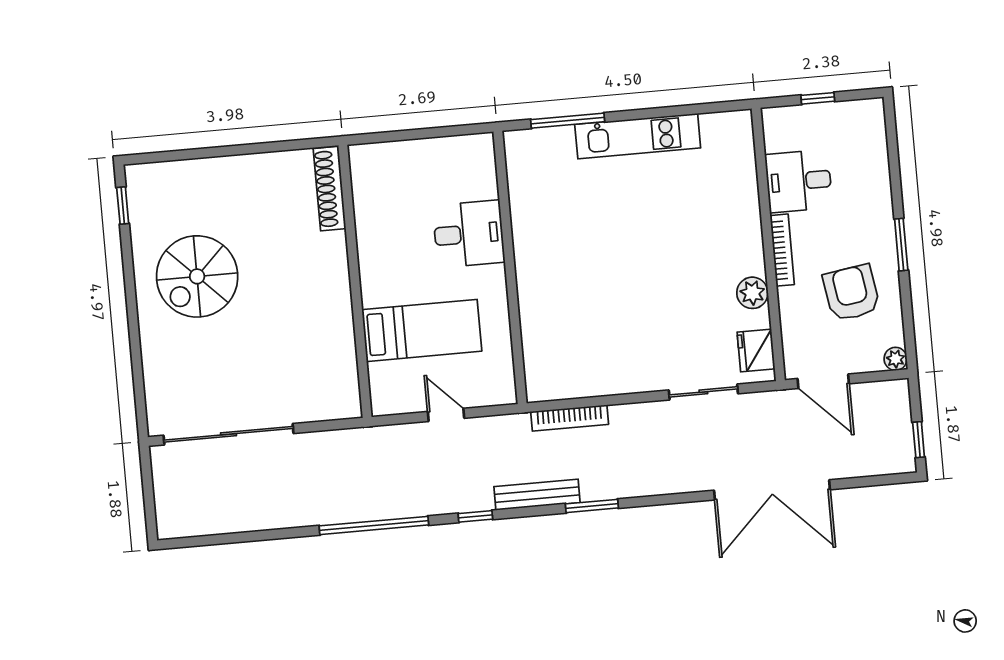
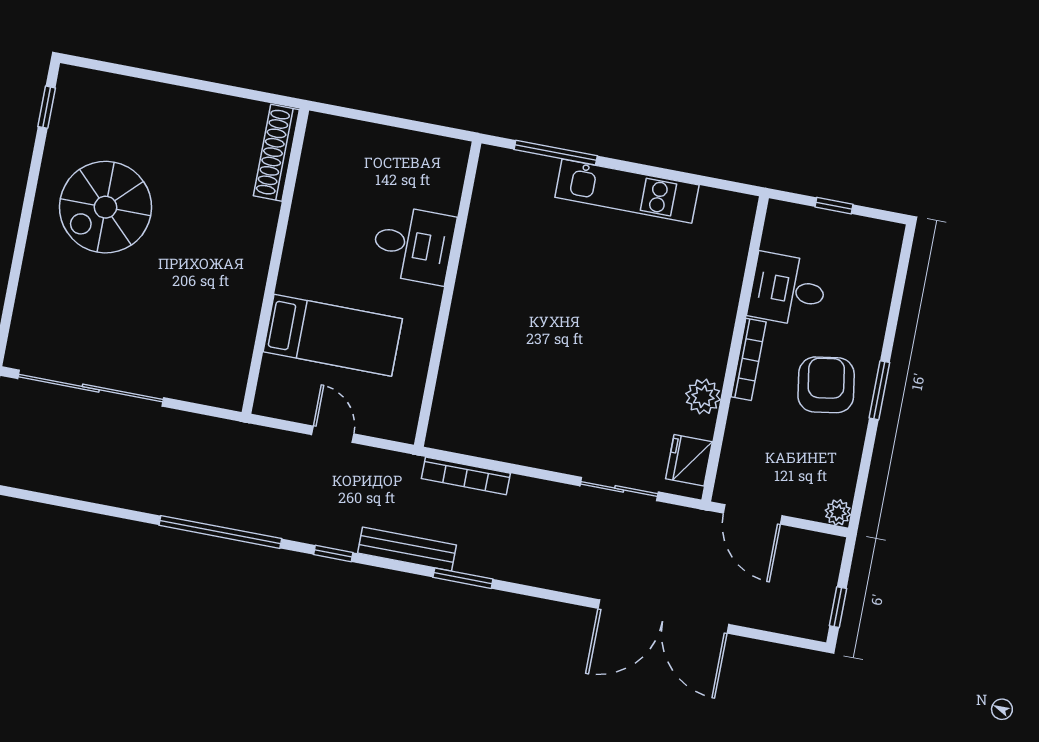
armchair: (851, 293) -> (826, 385), moved

